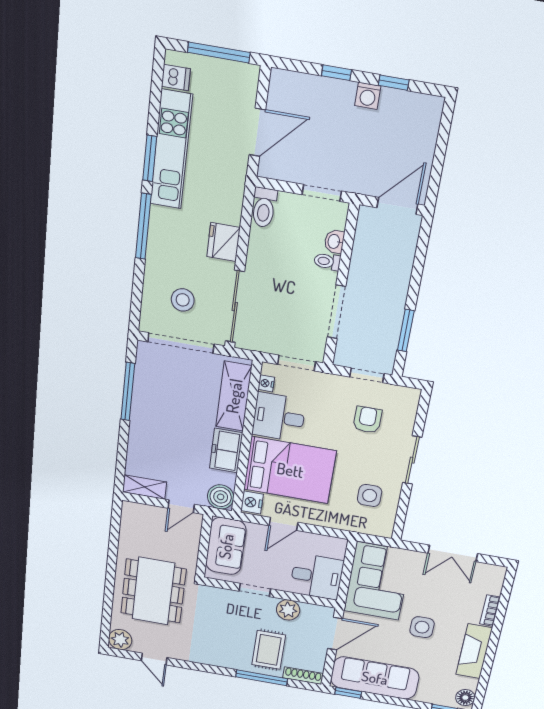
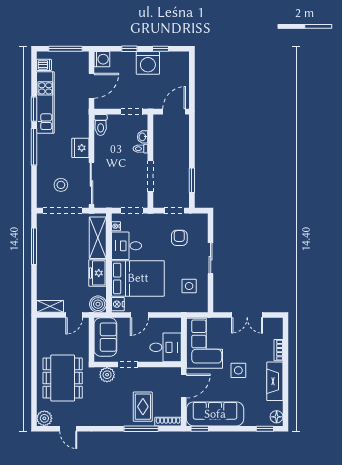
washing machine: (283, 85) -> (102, 59), added
washing machine: (368, 96) -> (148, 63), width x1.89, depth x1.89
plant: (288, 610) -> (107, 375), moved

